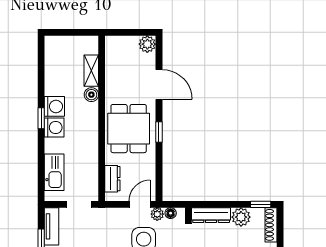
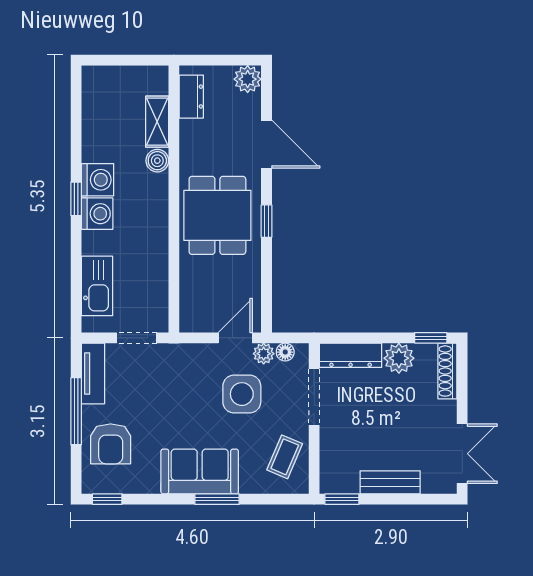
dresser: (112, 179) -> (191, 97), moved

